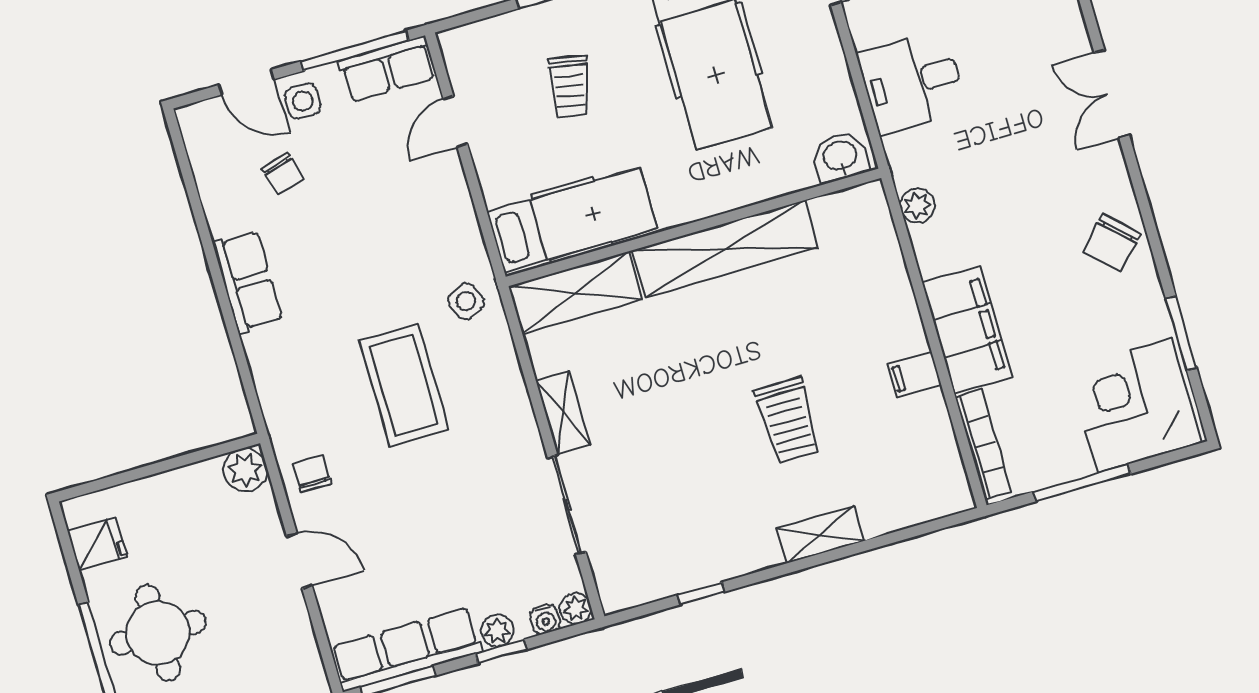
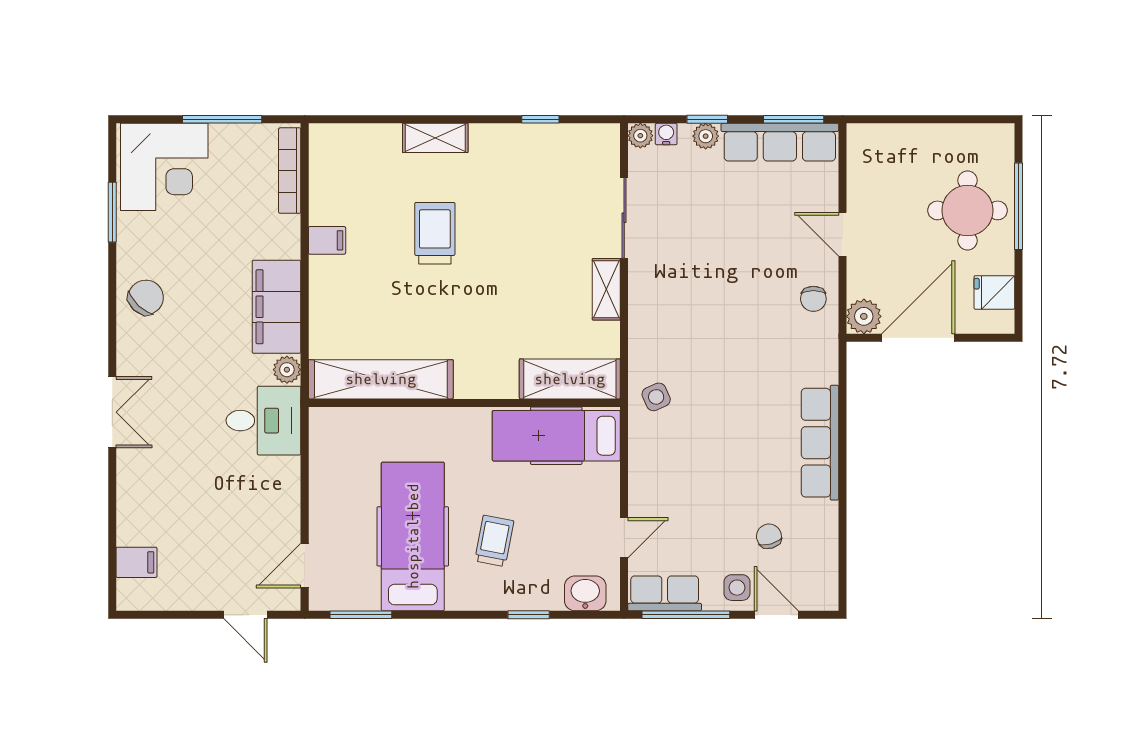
desk: (912, 82) -> (263, 421), moved
trolley: (570, 87) -> (494, 541), moved
washbasin: (840, 157) -> (585, 593), moved, turned 180
shelving: (725, 249) -> (381, 379), moved
row of seats: (247, 281) -> (820, 443), width x1.48
filing cabinet: (967, 330) -> (277, 307), moved
coffee table: (404, 385) -> (723, 346), removed
door: (173, 463) -> (918, 338), added

